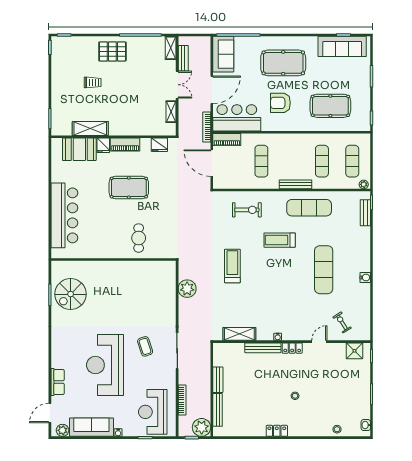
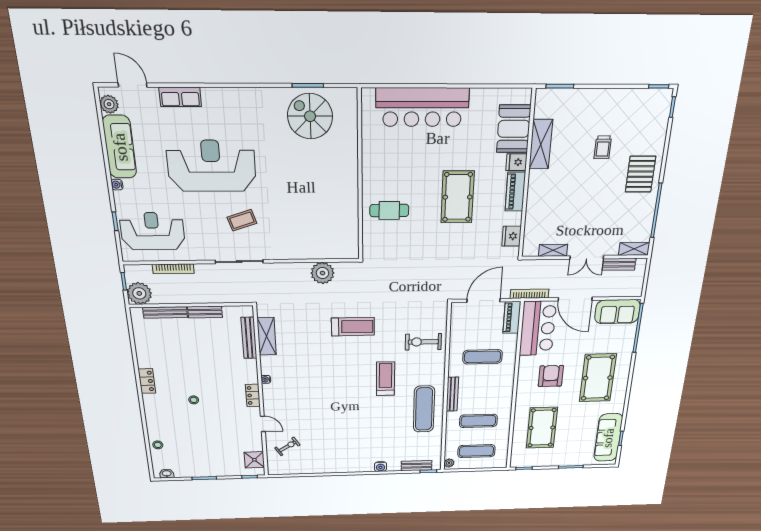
exercise bike: (247, 210) -> (423, 342), turned 90
exercise mat: (324, 270) -> (350, 426), removed
water cooler: (365, 277) -> (380, 467), moved
bench: (263, 348) -> (249, 338), moved

